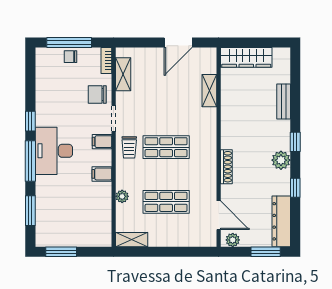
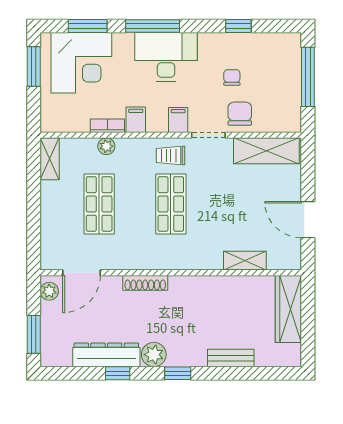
chair: (70, 57) -> (232, 77), moved
bookcase: (106, 60) -> (107, 126), moved
shelving: (123, 74) -> (266, 151), width x1.50, depth x1.33
window: (30, 121) -> (238, 26), moved
corner desk: (58, 215) -> (81, 63), added
dresser: (281, 221) -> (106, 355), moved

